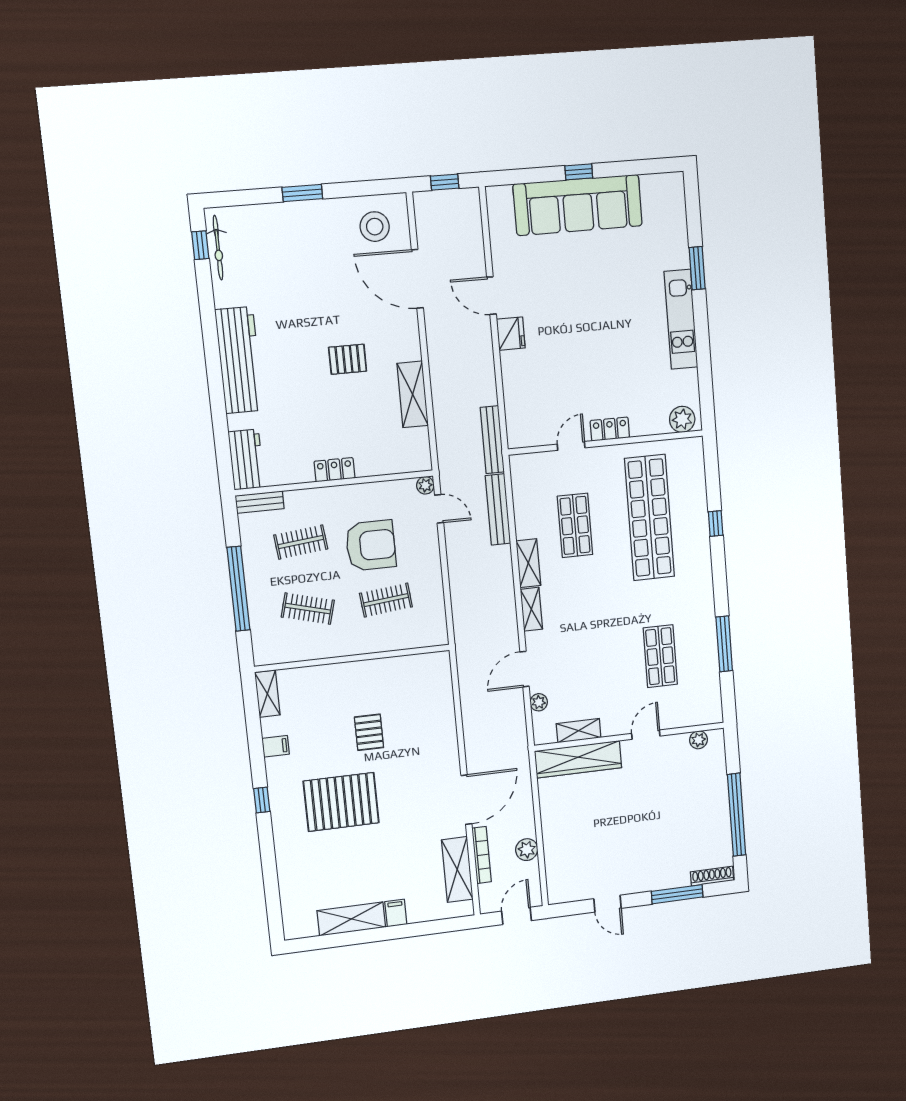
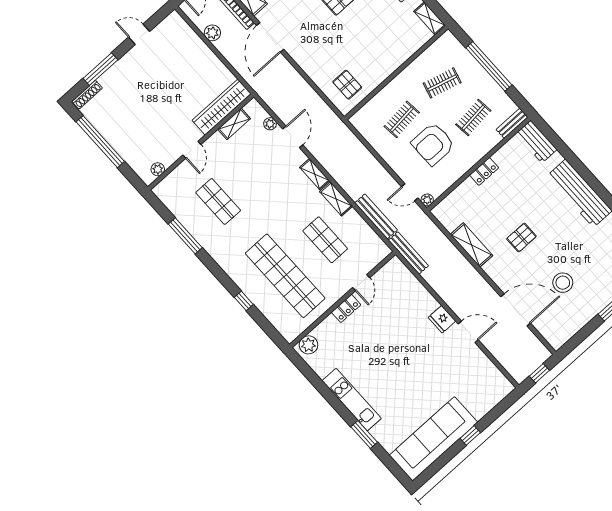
sofa: (578, 205) -> (433, 439), moved
stool: (375, 227) -> (563, 283), moved
pallet: (369, 732) -> (347, 85), moved

